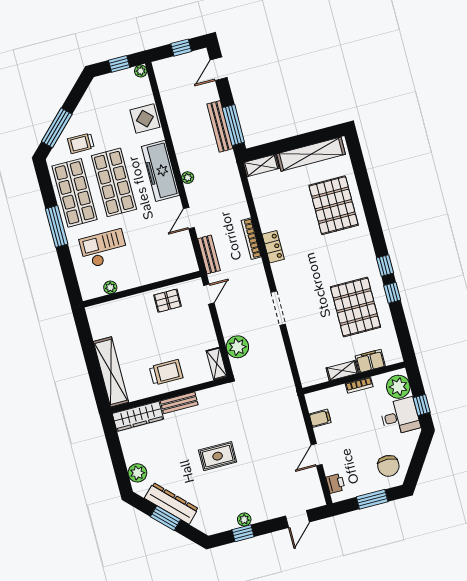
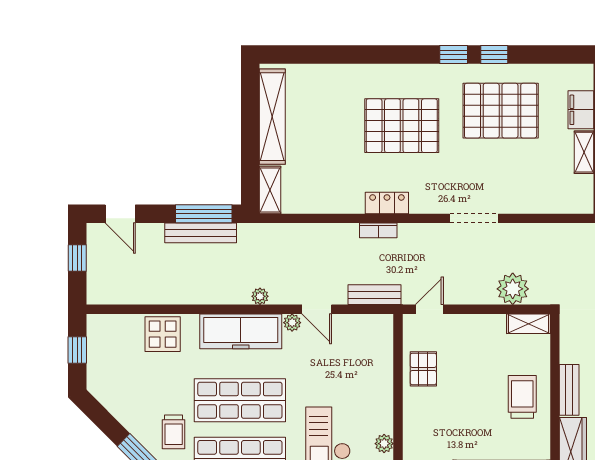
plant: (141, 71) -> (292, 323), moved
pallet: (334, 205) -> (402, 126), moved
bookcase: (251, 239) -> (378, 230), width x0.64
door: (209, 294) -> (429, 309), hinge flipped

